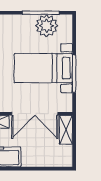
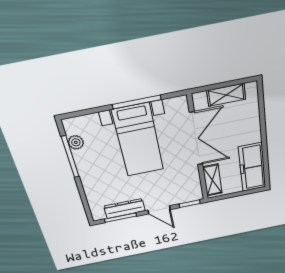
plant: (47, 26) -> (76, 142), width x0.53, depth x0.53
shelving: (66, 130) -> (226, 95), moved

